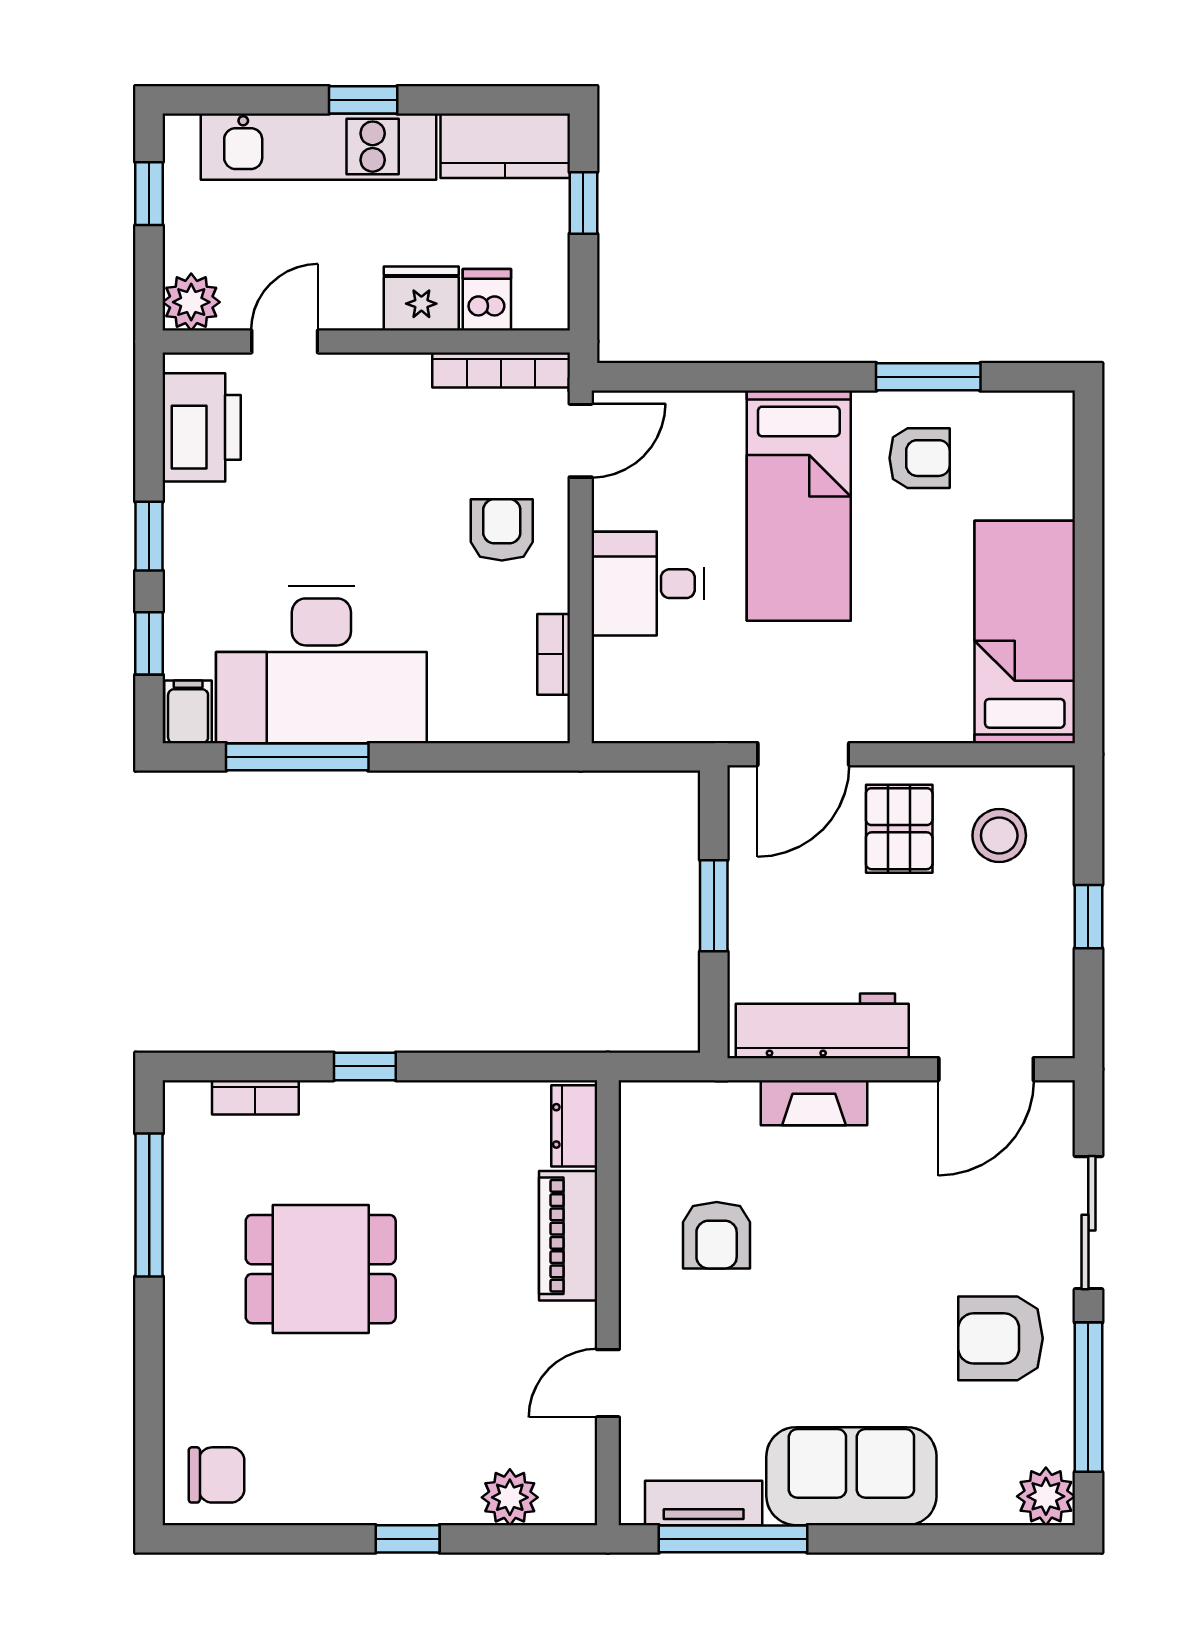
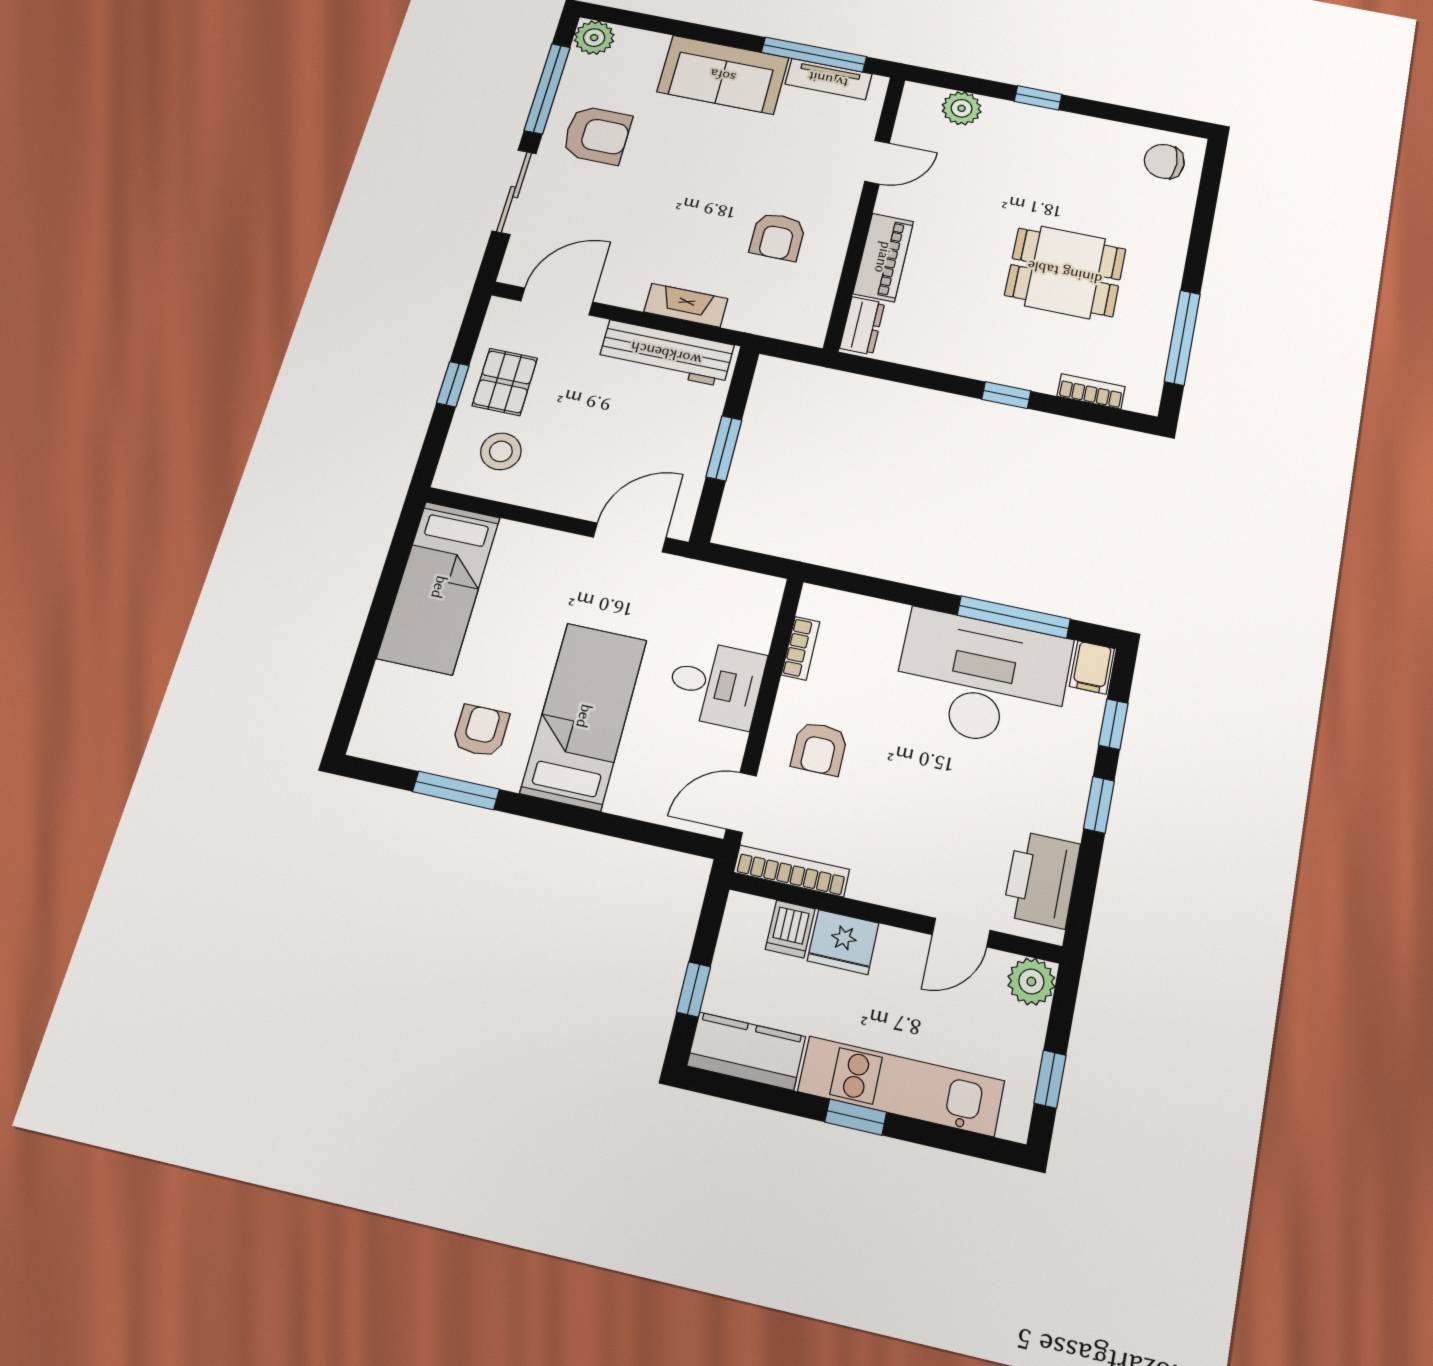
armchair: (920, 458) -> (481, 731), turned 90
pallet: (899, 829) -> (505, 382), moved
armchair: (717, 1235) -> (778, 237), turned 180

